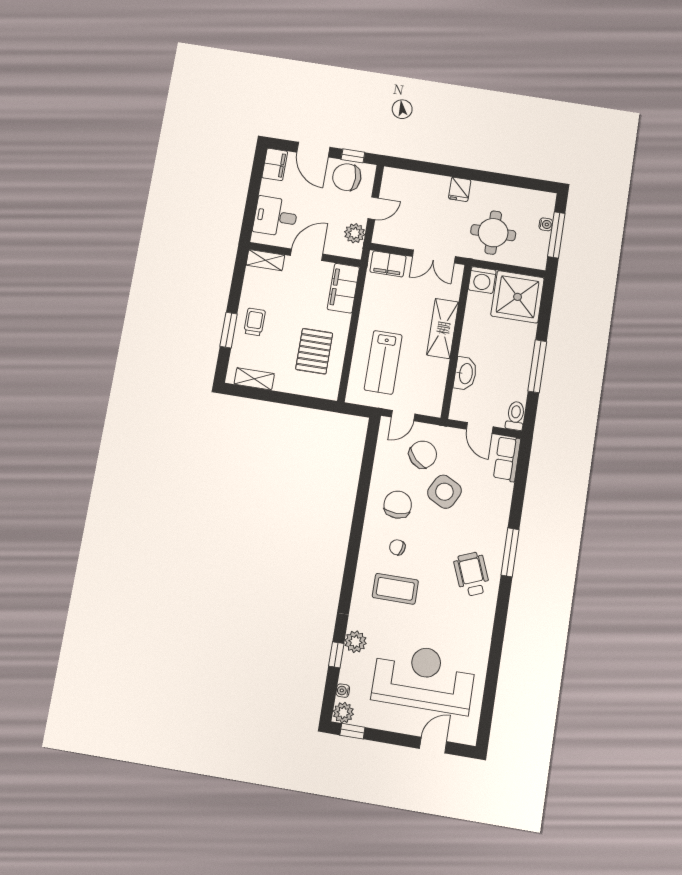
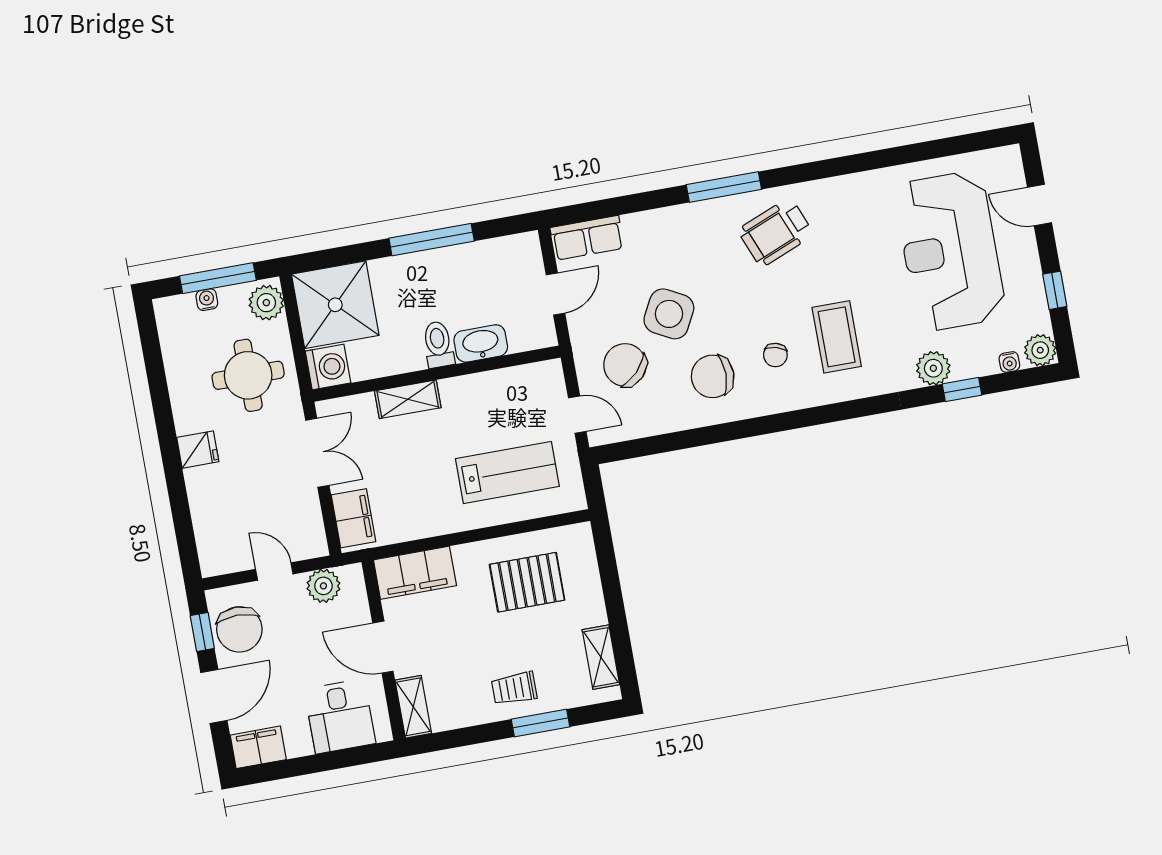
plant: (532, 258) -> (266, 303), added
shelving: (443, 328) -> (408, 399), width x0.67, depth x0.75
toilet: (515, 416) -> (438, 344), moved, turned 90
window: (352, 731) -> (1055, 290), moved

